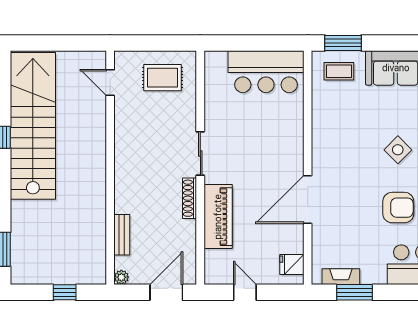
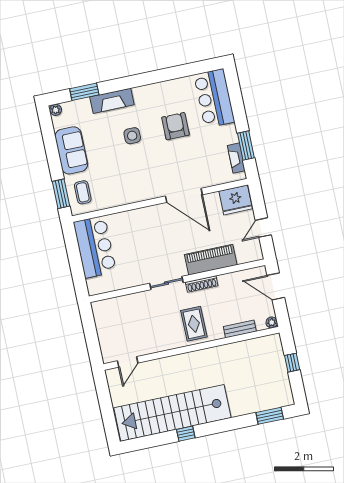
rug: (162, 78) -> (194, 324), moved
side table: (398, 150) -> (132, 136), turned 45
fridge: (292, 264) -> (236, 200), width x1.88, depth x1.34

